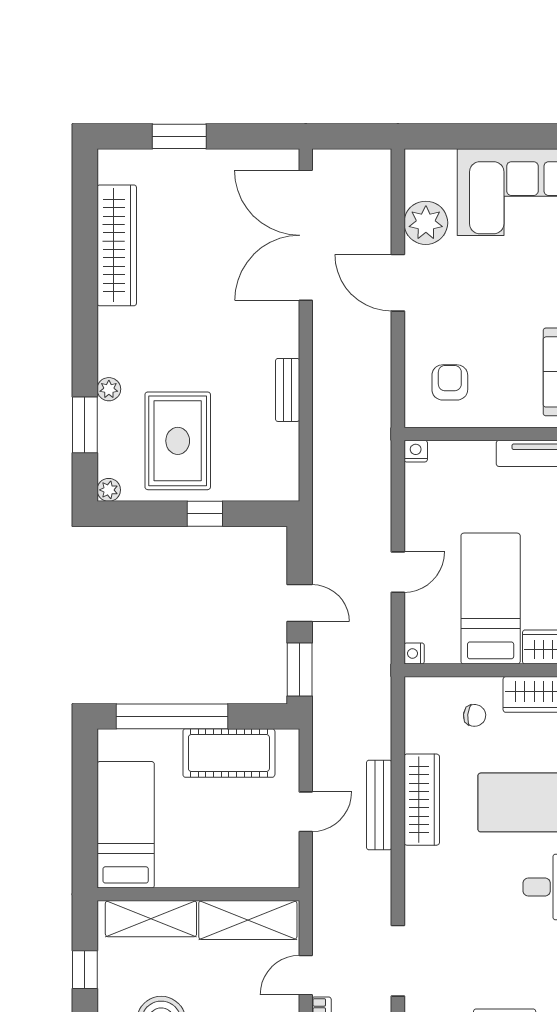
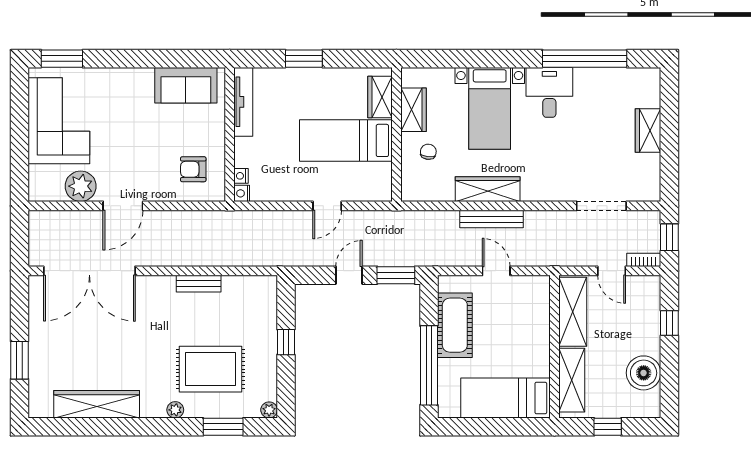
plant: (109, 389) -> (175, 410), moved
rug: (178, 441) -> (210, 369), moved
door: (398, 572) -> (327, 206), swing flipped
nightstand: (414, 653) -> (241, 176), moved, turned 90

